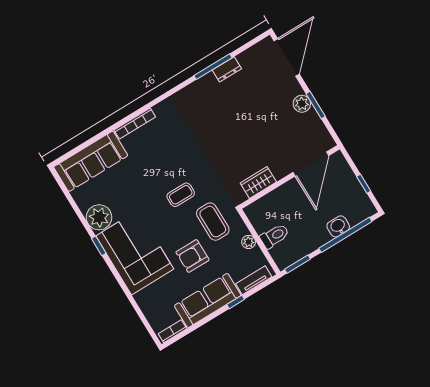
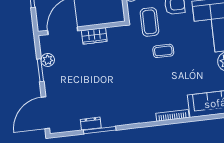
plant: (302, 104) -> (48, 60), moved
wardrobe: (258, 182) -> (94, 36), moved

